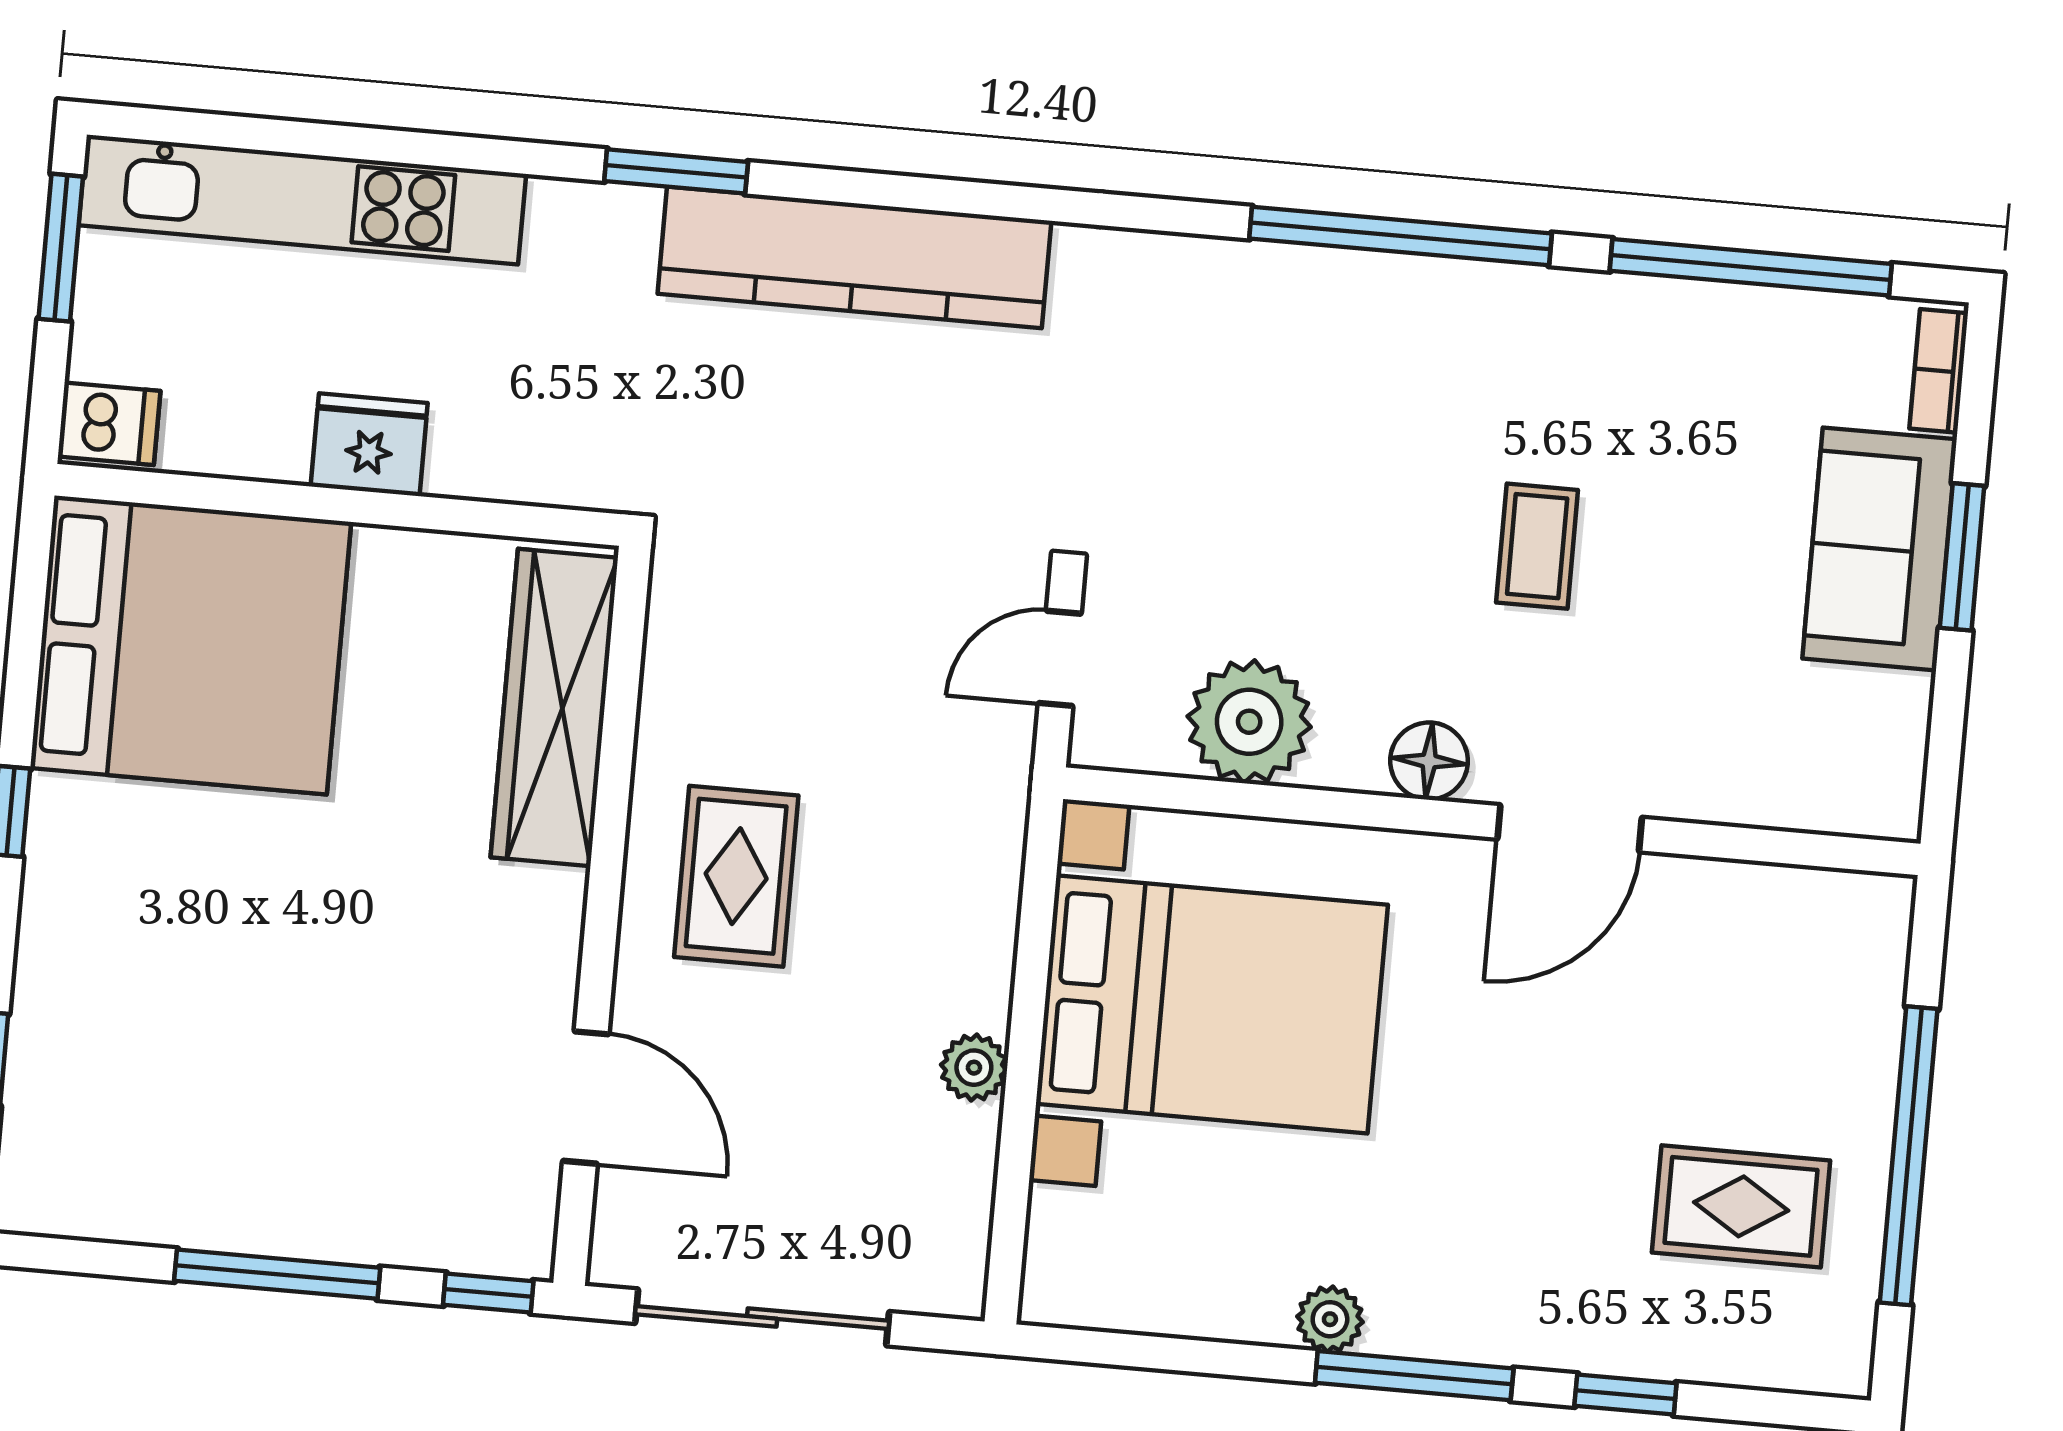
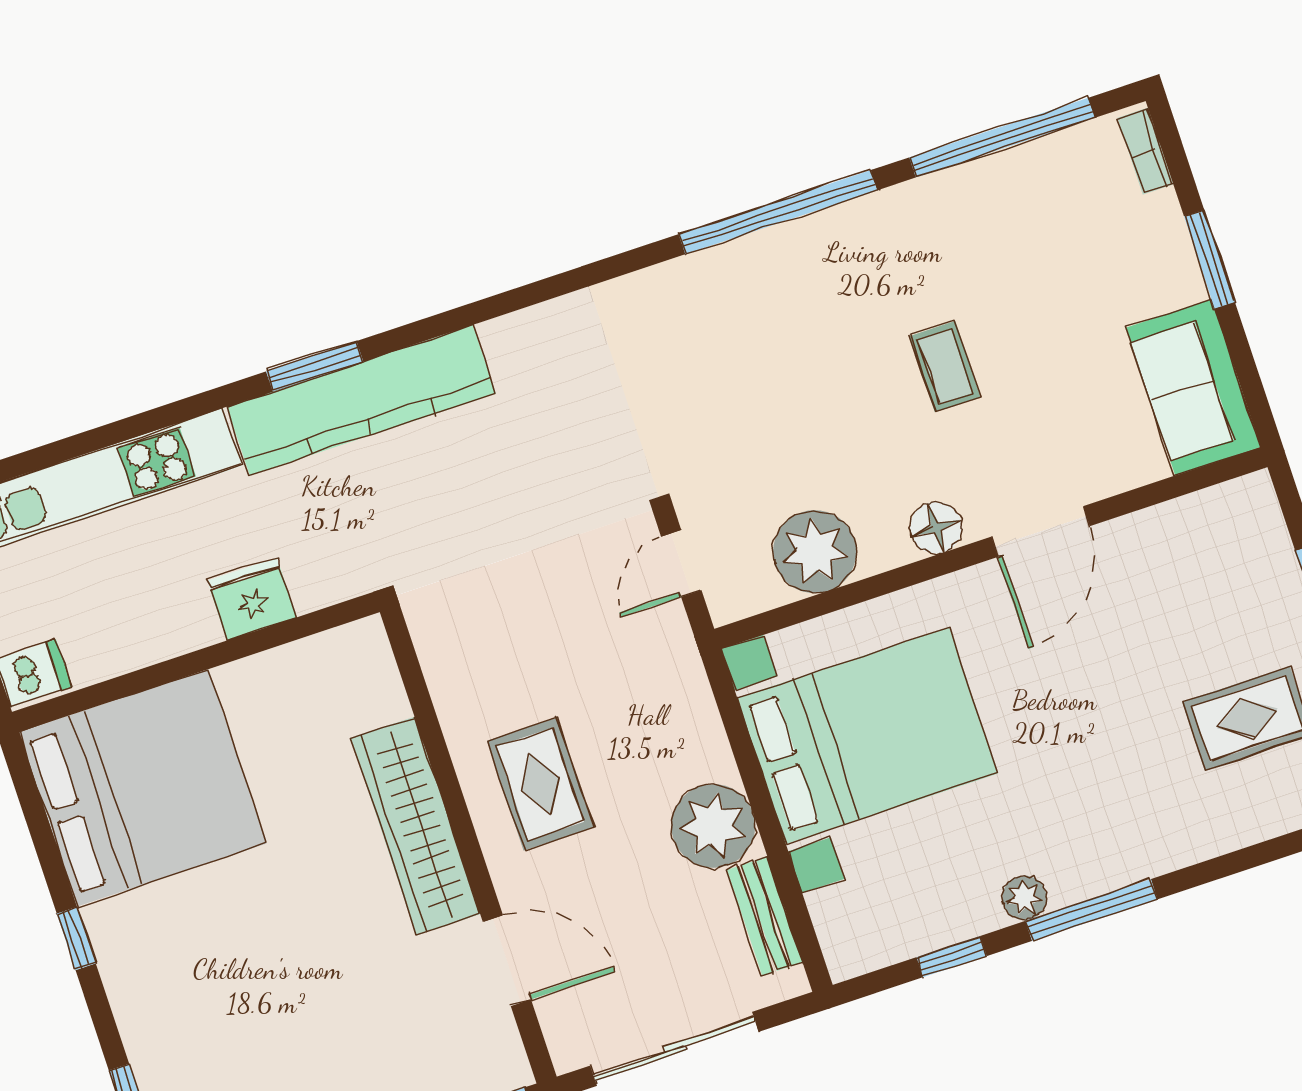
kitchen counter: (854, 257) -> (361, 400), moved
fridge: (369, 445) -> (252, 599), moved
sofa: (1880, 549) -> (1193, 387), moved
wardrobe: (554, 707) -> (416, 826), moved
plant: (974, 1068) -> (713, 826), width x1.88, depth x1.88
bench: (965, 1190) -> (765, 916), added
window: (1625, 1395) -> (952, 957), moved

